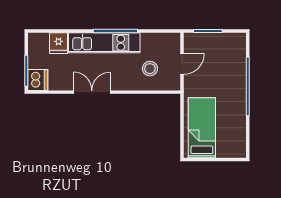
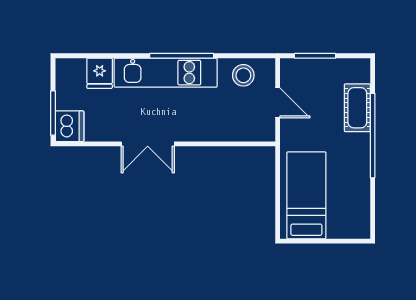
door: (182, 64) -> (278, 103), hinge flipped
cot: (237, 67) -> (357, 108), added
stool: (150, 69) -> (243, 75), moved
double door: (92, 92) -> (148, 144), swing flipped

